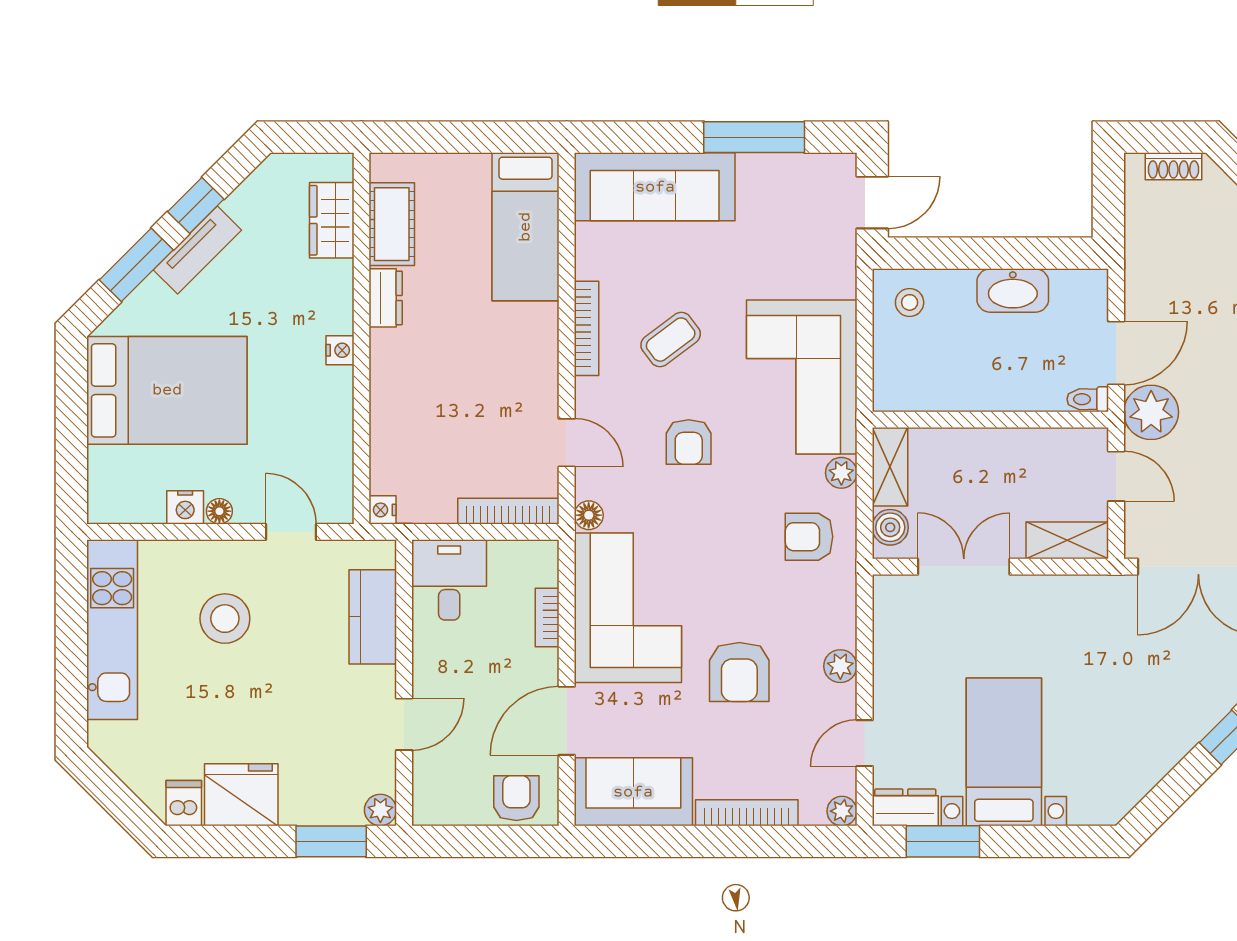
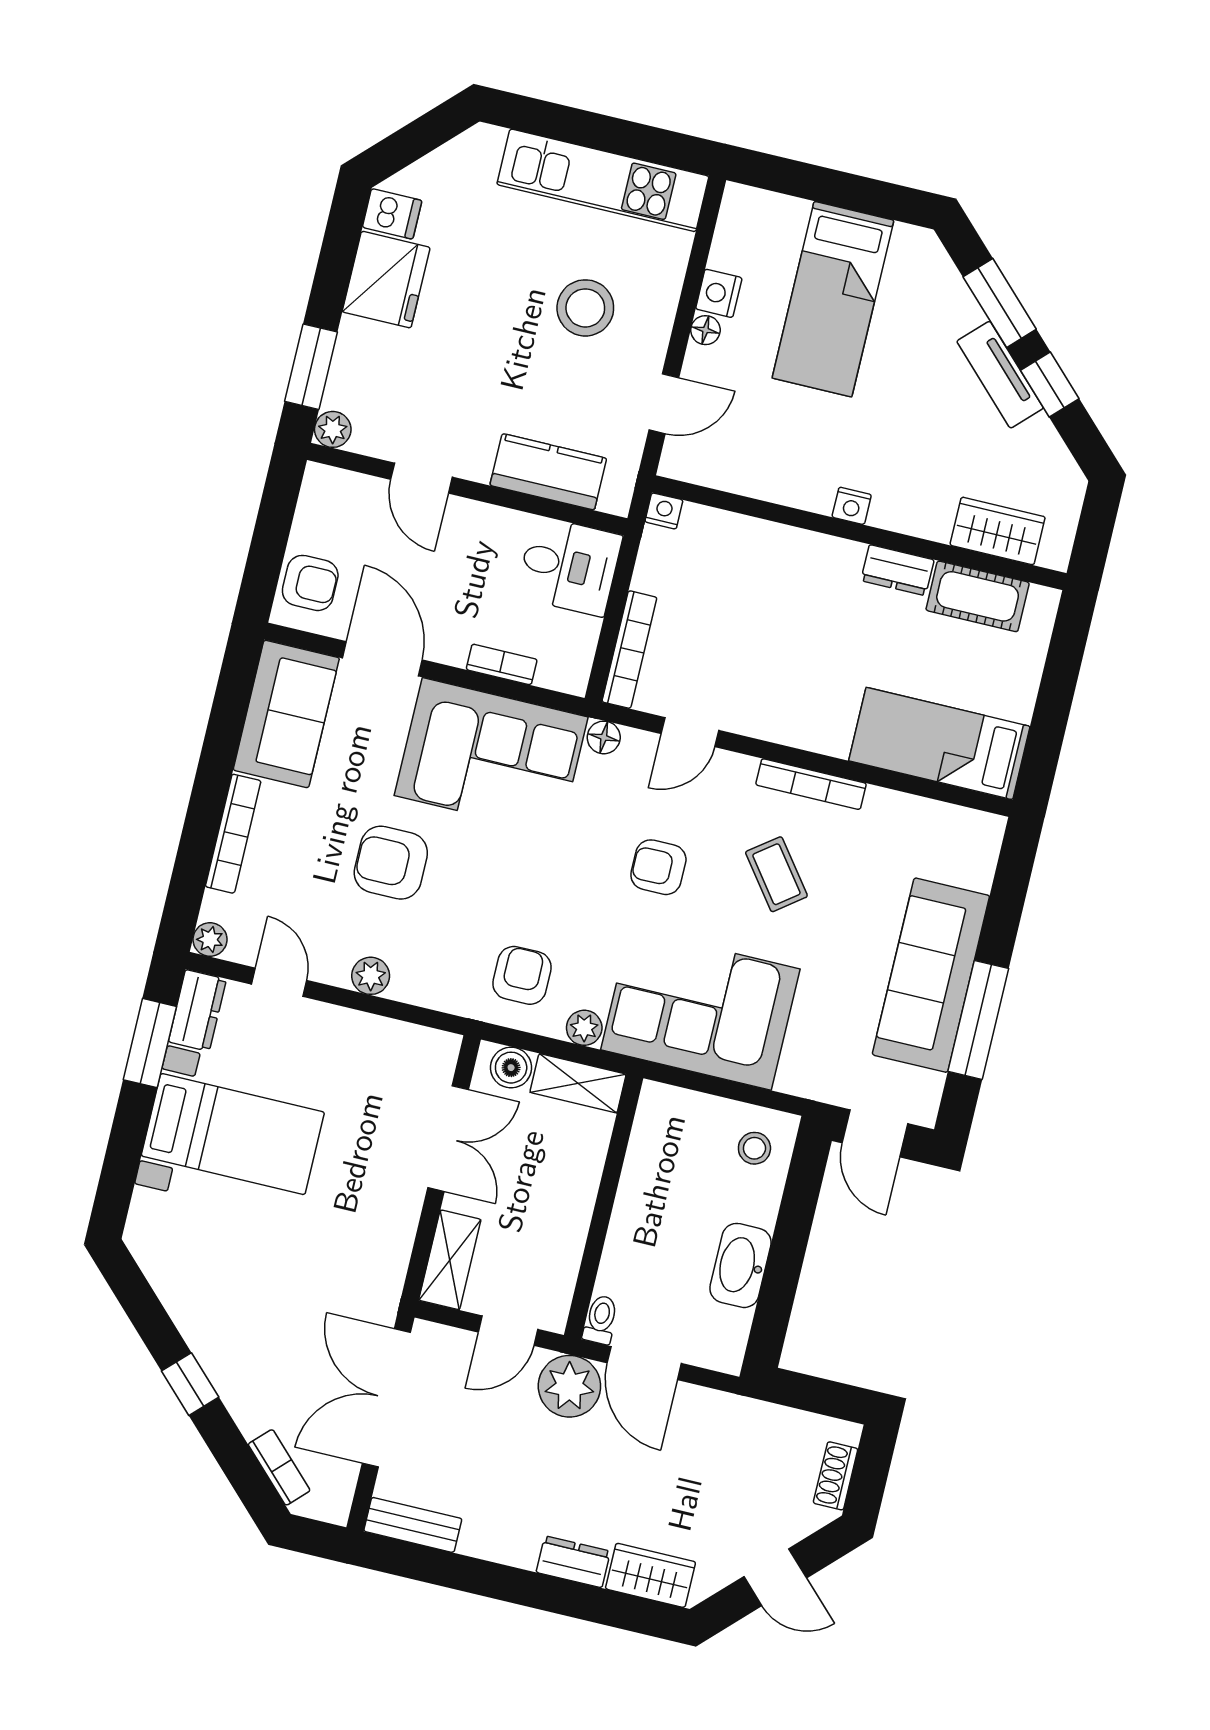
sofa: (655, 187) -> (931, 975), moved
bed: (167, 390) -> (833, 299), width x0.67

